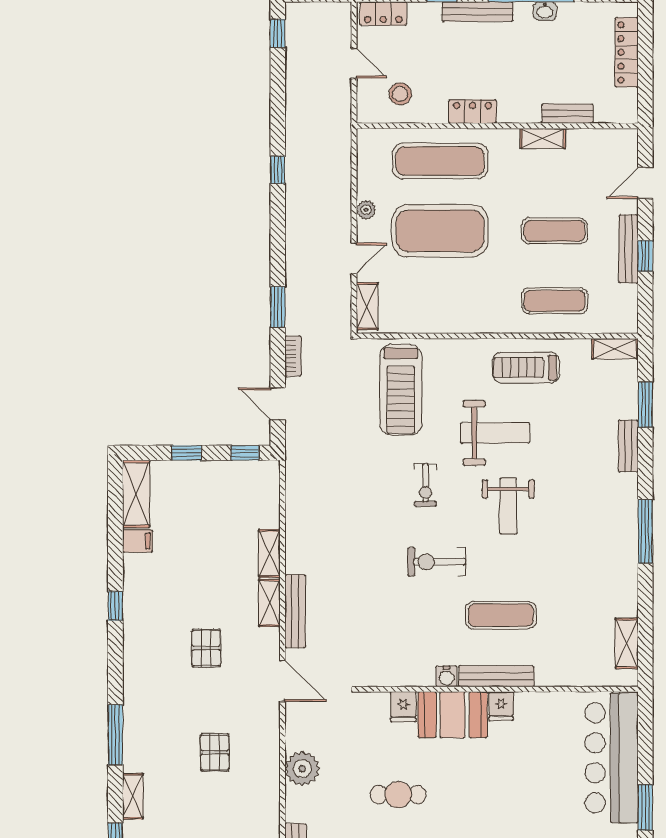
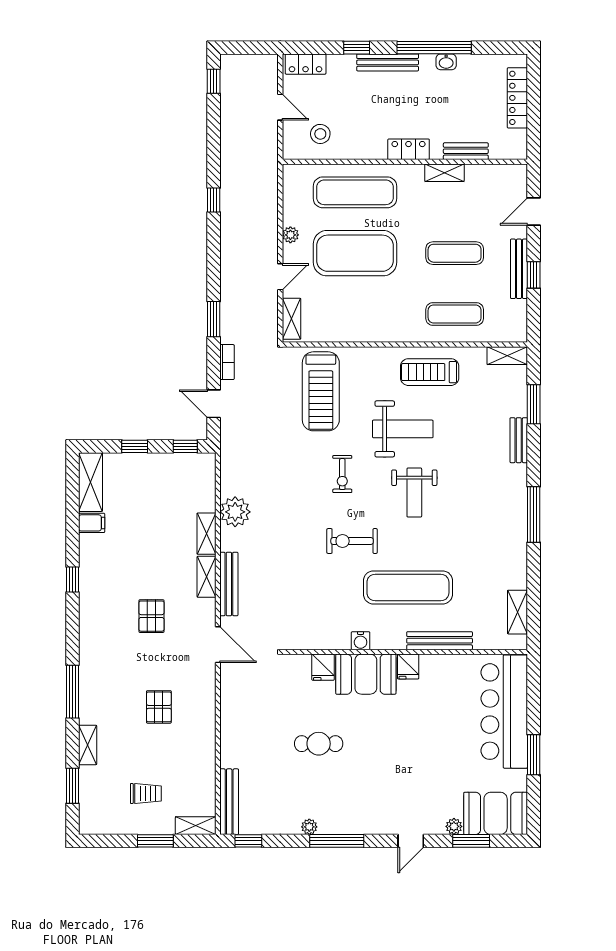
locker: (473, 112) -> (409, 149), moved
exercise mat: (501, 615) -> (408, 587), width x1.36, depth x1.45
bench: (496, 676) -> (440, 641), moved
plant: (302, 769) -> (235, 512), moved

